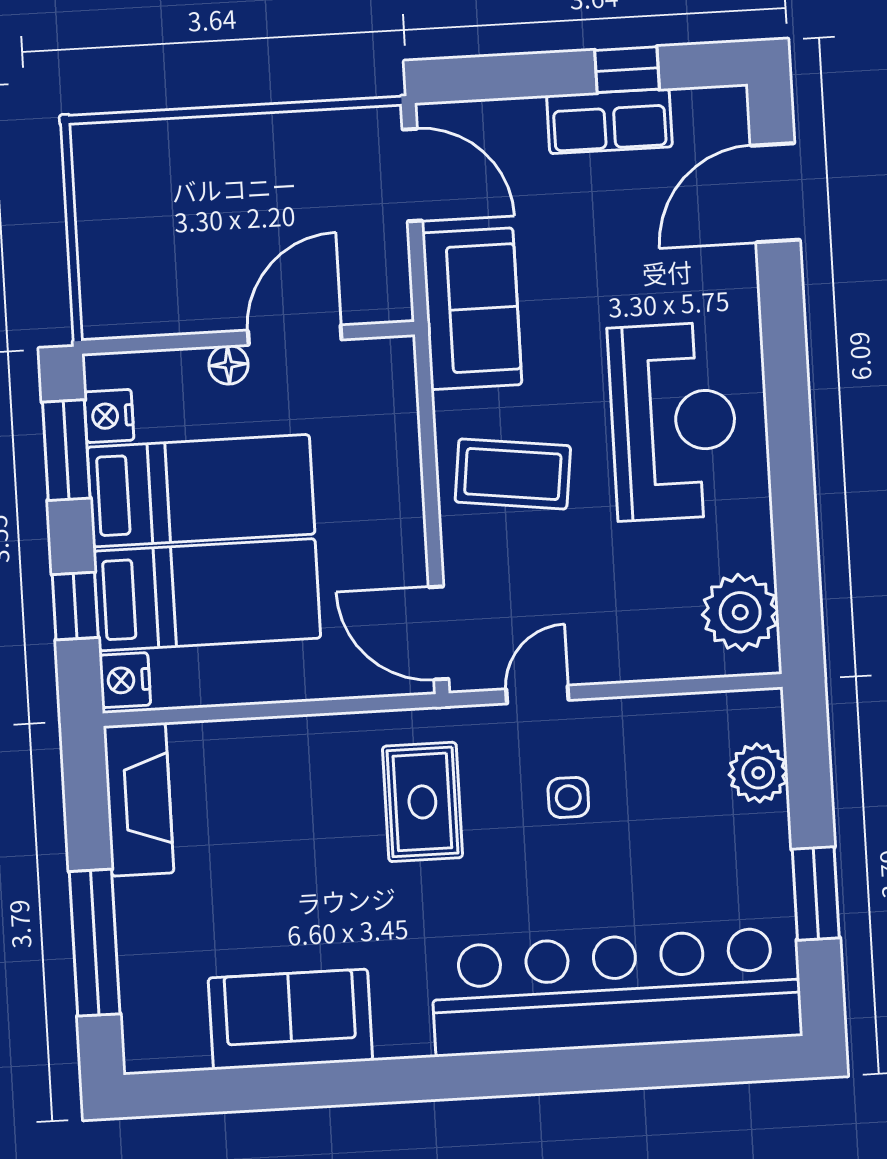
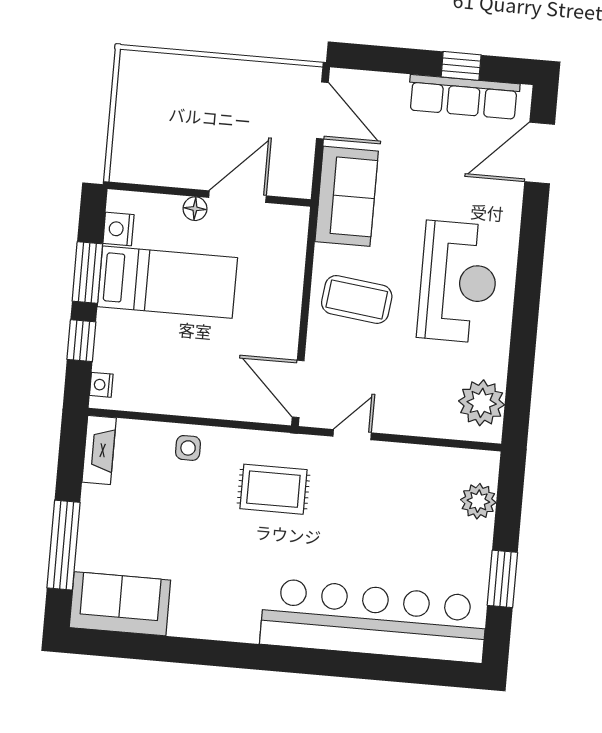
row of seats: (609, 121) -> (464, 97), width x1.48
window: (66, 450) -> (87, 272), moved
bed: (207, 595) -> (162, 345), removed
nightstand: (125, 680) -> (101, 385), width x0.72, depth x0.74
side table: (568, 797) -> (188, 448), moved
fireplace: (138, 799) -> (99, 450), width x0.73, depth x0.76
rug: (422, 802) -> (273, 489), turned 90
sofa: (290, 1019) -> (120, 604), moved

